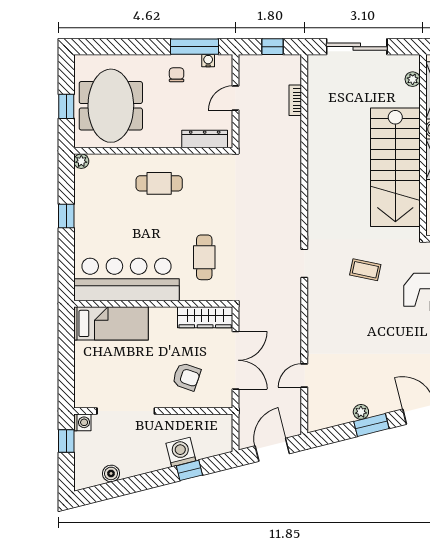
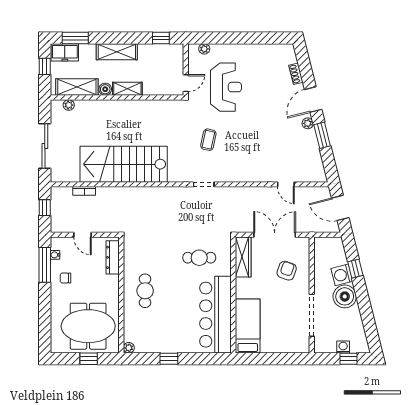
stairs: (395, 167) -> (124, 164), moved, turned 180
plant: (361, 412) -> (308, 123), moved
washing machine: (82, 422) -> (343, 347), moved
window: (66, 441) -> (348, 359), moved
boiler: (111, 473) -> (345, 296), moved, width x1.86, depth x1.86

